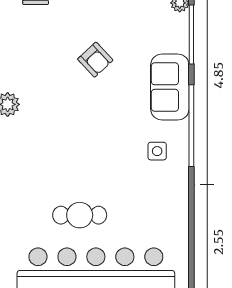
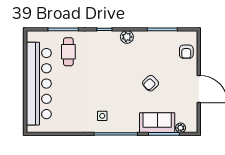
sofa: (170, 87) -> (157, 123), moved
cafe table: (80, 215) -> (68, 52), moved

